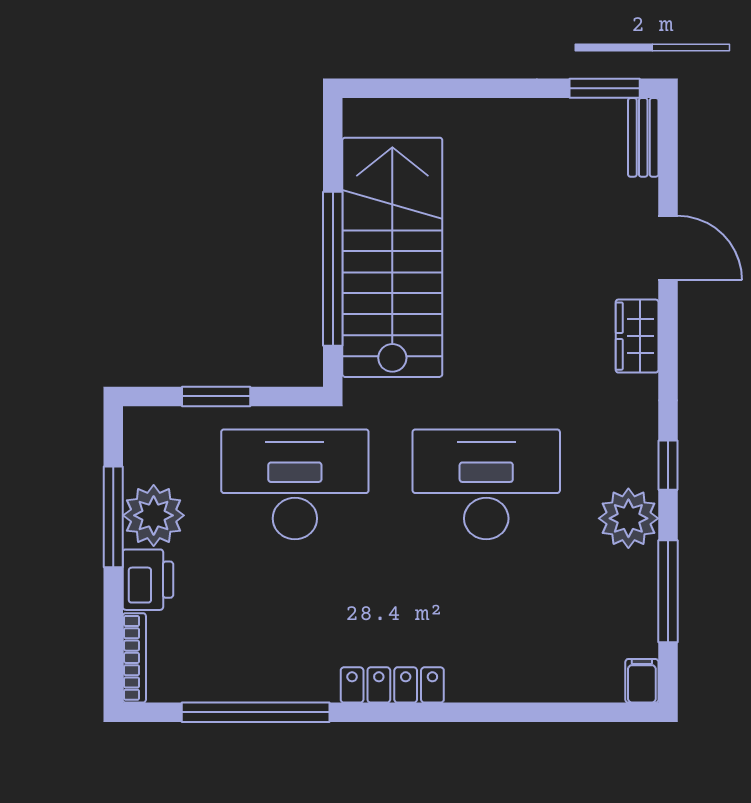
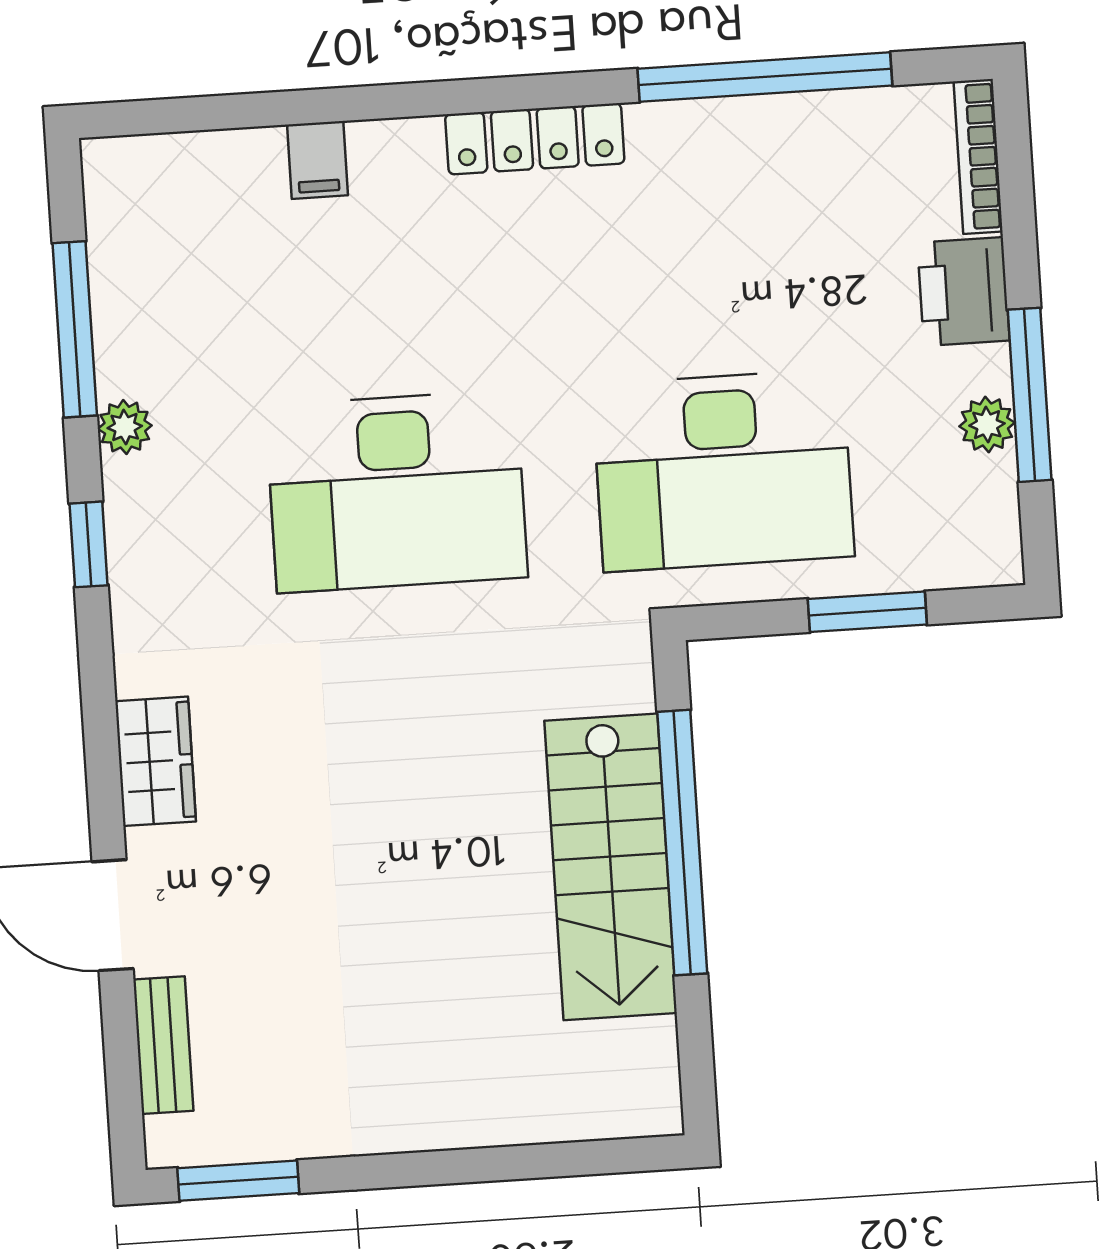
bench: (643, 137) -> (163, 1045), moved
stairs: (392, 257) -> (611, 867), width x0.73, depth x0.66
plant: (154, 515) -> (987, 425), width x0.53, depth x0.53
plant: (628, 518) -> (125, 427), width x0.53, depth x0.53
filing cabinet: (642, 681) -> (317, 160), moved

